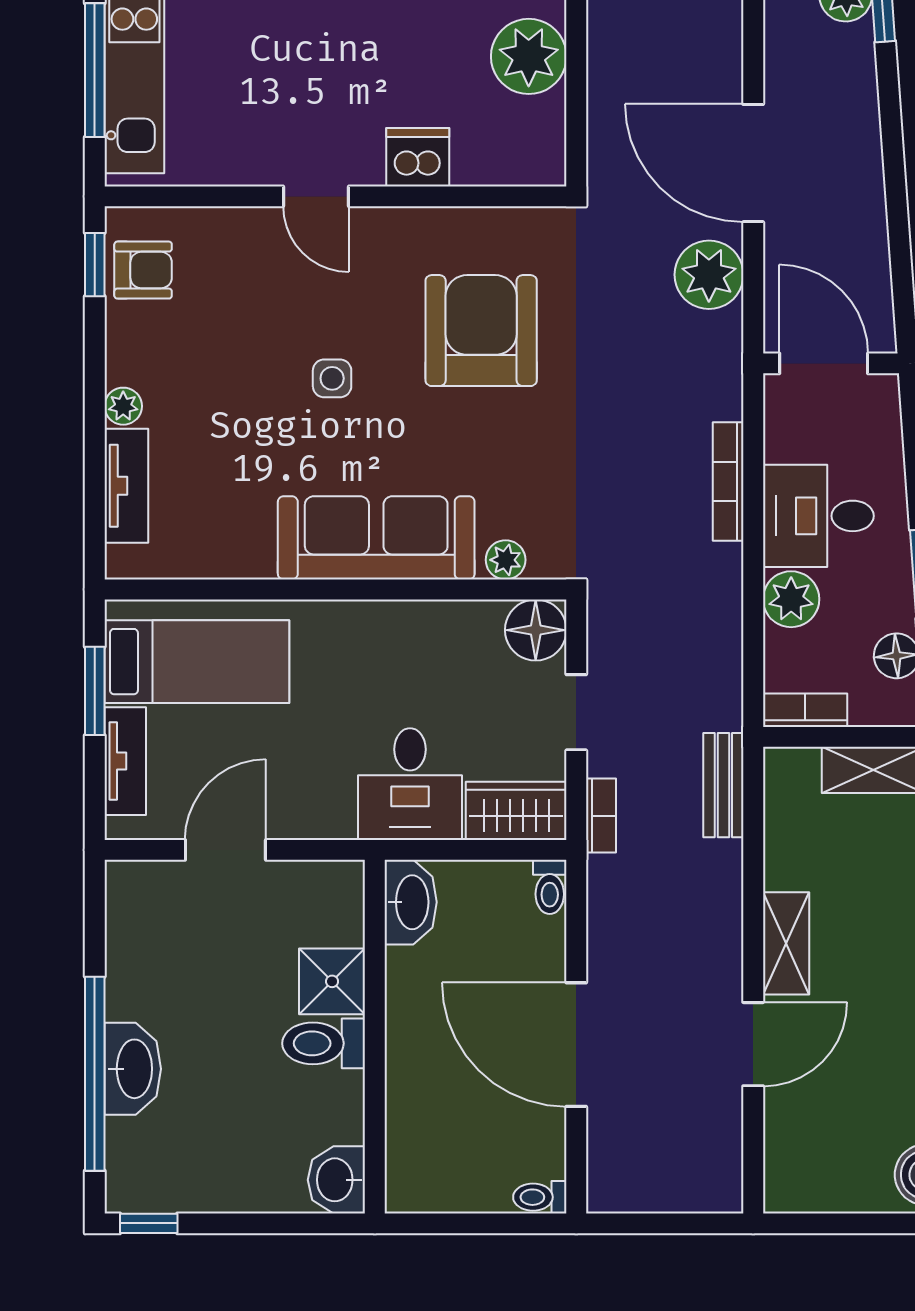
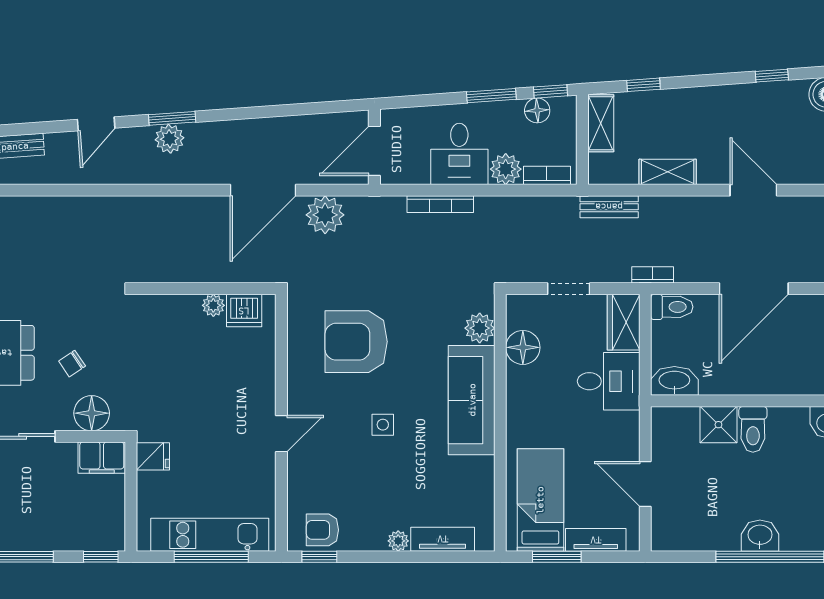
plant: (529, 56) -> (213, 305), width x0.53, depth x0.53
dishwasher: (418, 157) -> (244, 311), moved, turned -90
armchair: (143, 270) -> (322, 530), turned -90
plant: (506, 560) -> (480, 328), width x1.38, depth x1.38
floor lamp: (536, 630) -> (523, 347), moved
bookcase: (805, 710) -> (547, 175), moved, turned 90
bookcase: (601, 816) -> (653, 275), moved
toilet: (550, 887) -> (672, 307), width x1.37, depth x1.39
shelving: (786, 943) -> (668, 172), moved
washbasin: (133, 1069) -> (760, 536), width x0.72

